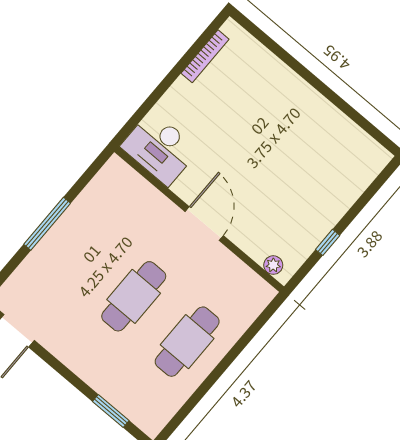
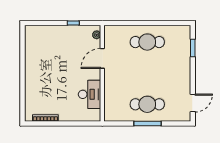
desk: (160, 148) -> (90, 94), moved
door: (204, 224) -> (102, 58), moved
cafe table: (134, 296) -> (147, 104), moved

